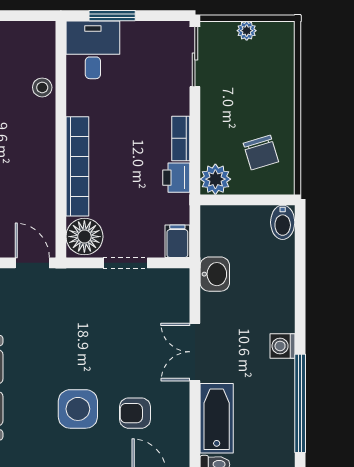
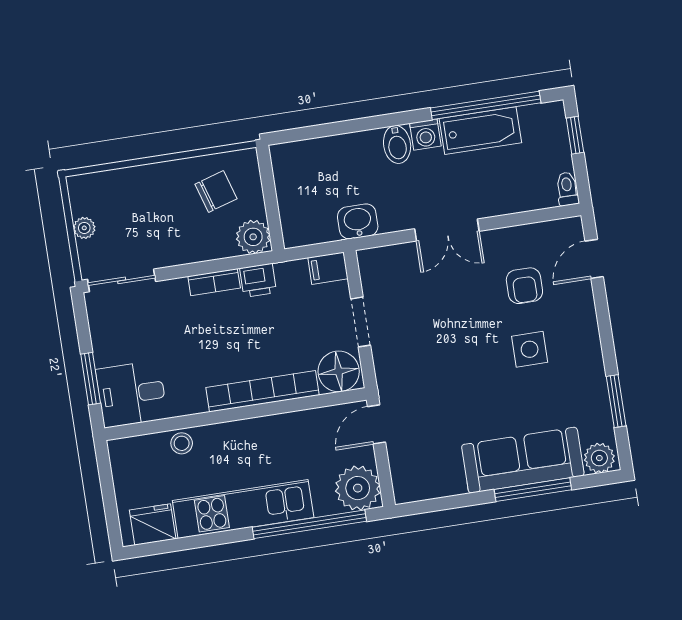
bidet: (283, 222) -> (397, 144), moved, turned 90
side table: (78, 409) -> (530, 349), width x0.73, depth x0.73
bathtub: (217, 418) -> (480, 131), moved, turned 180

